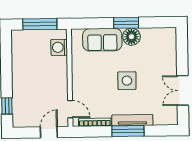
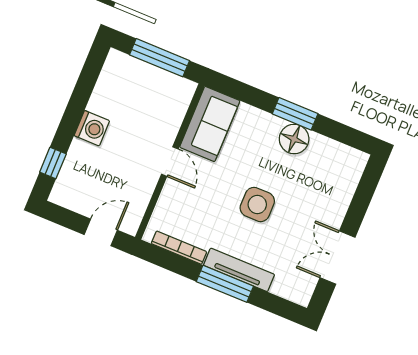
sofa: (102, 40) -> (210, 124), moved, turned -90
washing machine: (59, 47) -> (92, 128), moved, turned 180
door: (70, 109) -> (170, 162), moved

